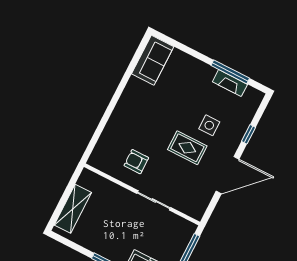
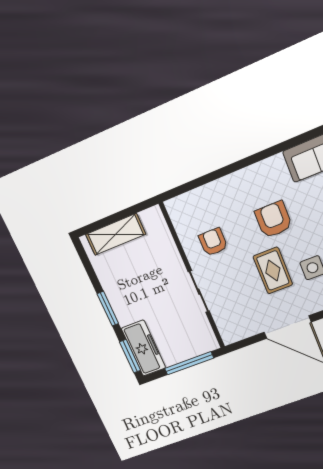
armchair: (161, 117) -> (273, 220), added

